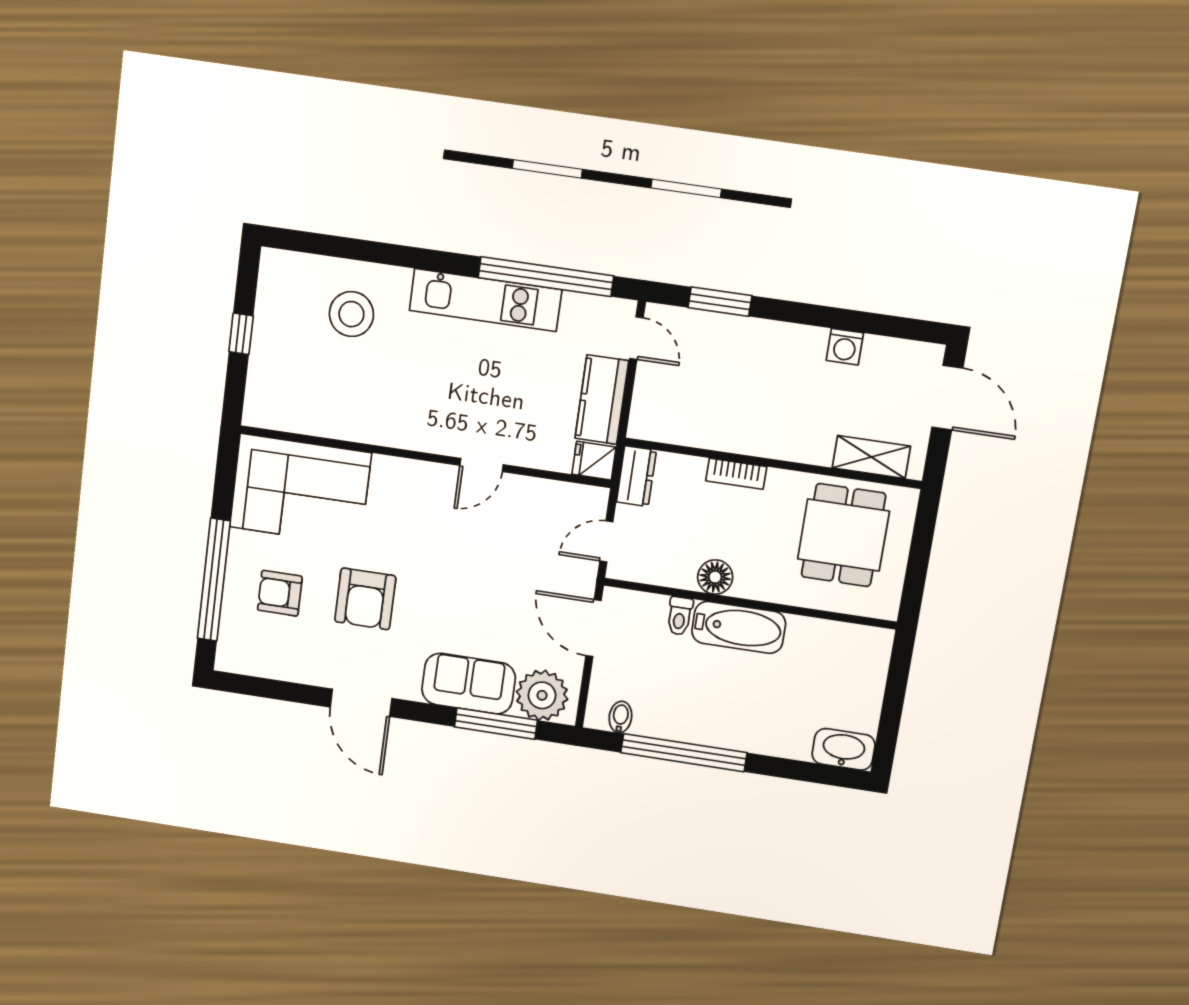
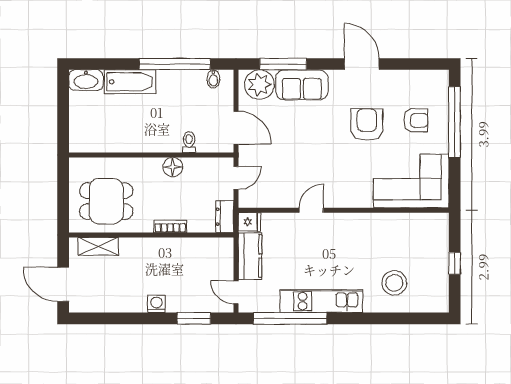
washing machine: (845, 347) -> (156, 304), moved
dining table: (843, 535) -> (106, 201), turned 90
bathtub: (739, 627) -> (130, 82), moved, turned 180

